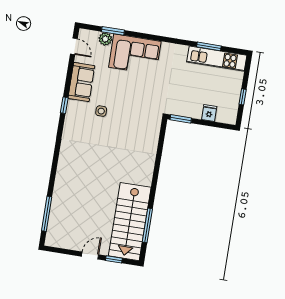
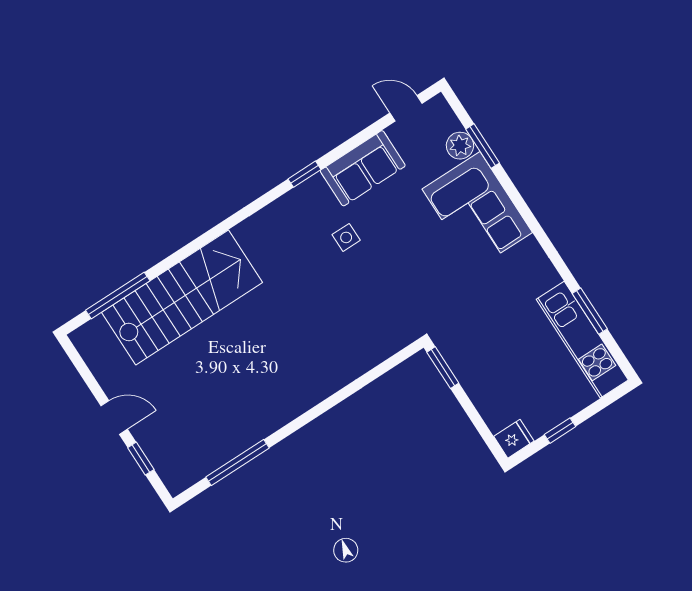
door: (74, 46) -> (406, 108), swing flipped
fridge: (209, 113) -> (514, 439), moved
stairs: (130, 222) -> (182, 297), moved, turned 180

